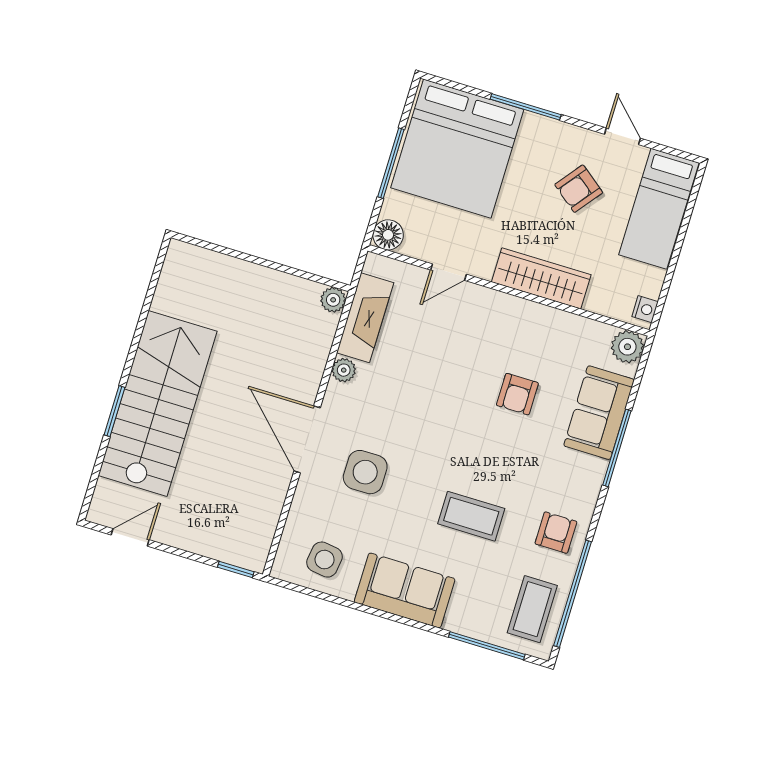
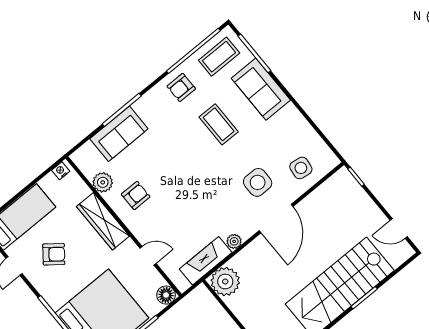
plant: (333, 300) -> (225, 282), width x1.88, depth x1.88
plant: (627, 347) -> (103, 182), moved
armchair: (517, 394) -> (136, 195), moved
side table: (325, 560) -> (301, 168), moved
sofa: (405, 590) -> (261, 89), moved

